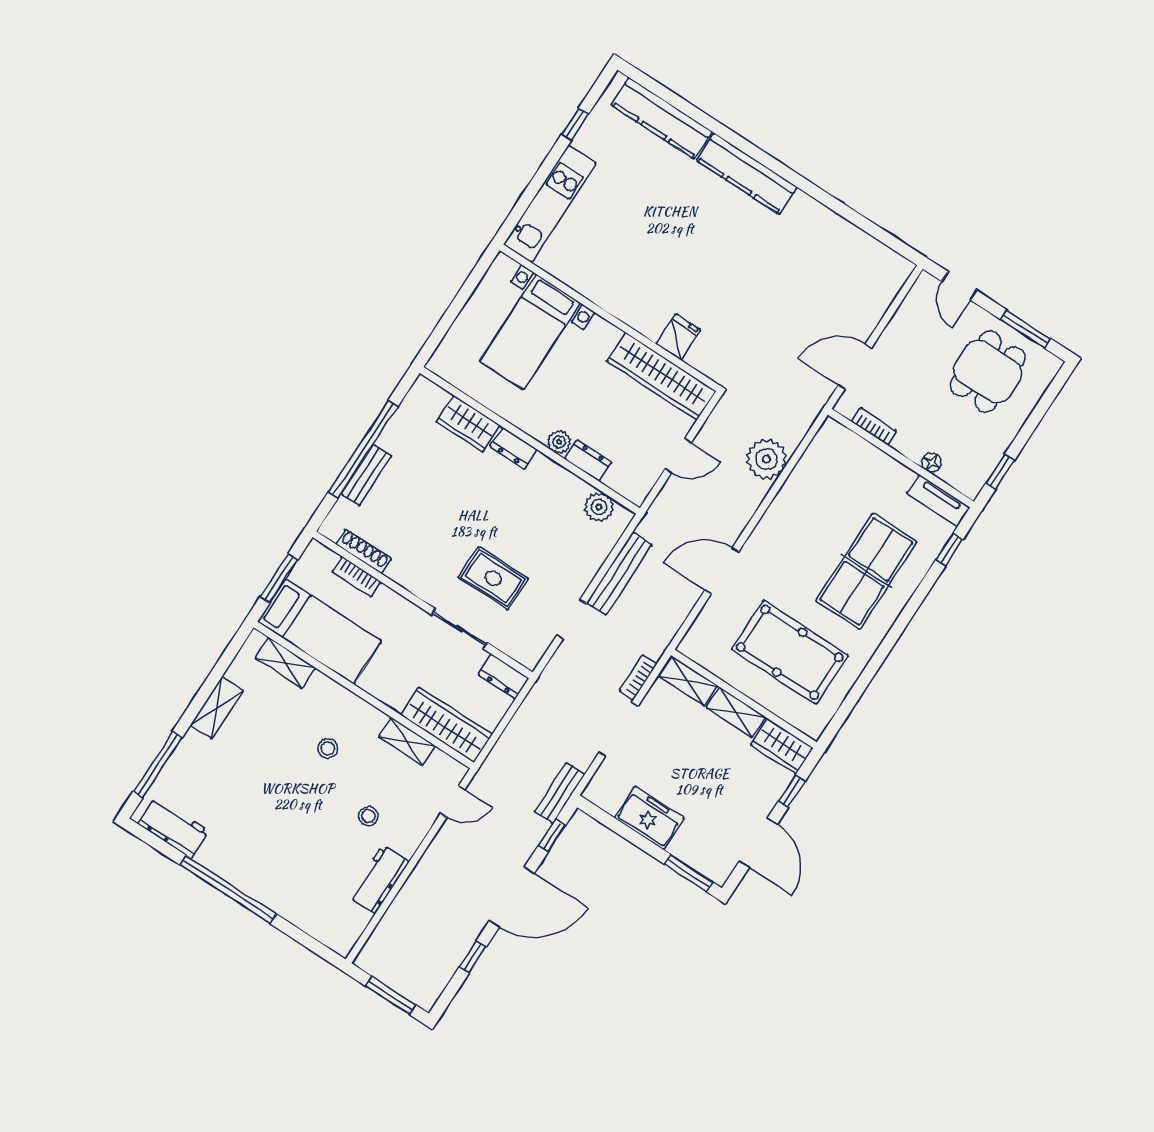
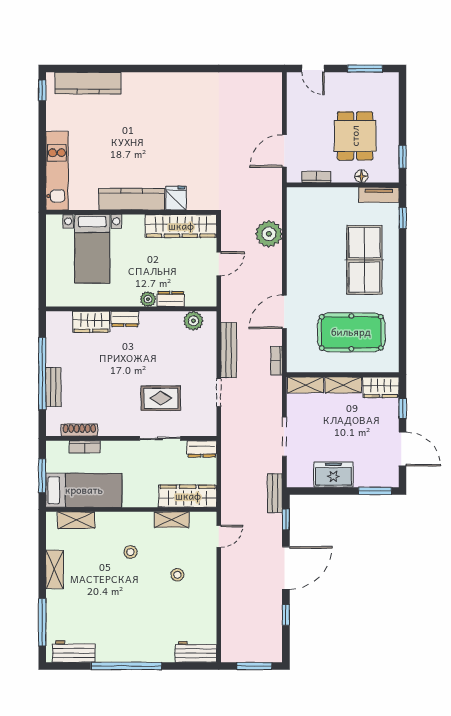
window: (575, 124) -> (42, 90), moved
kitchen counter: (747, 174) -> (132, 199), moved, turned 180
dining table: (988, 371) -> (355, 136), moved
bookcase: (638, 677) -> (277, 361), moved
workbench: (379, 879) -> (196, 652), moved, turned 90

